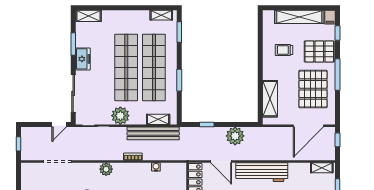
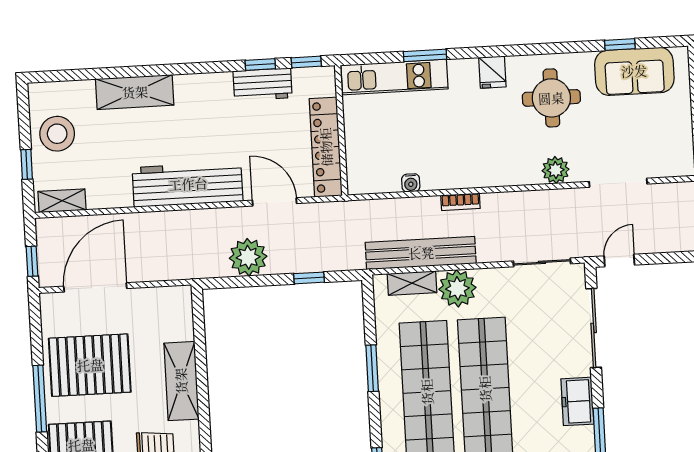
pallet: (313, 89) -> (90, 365), turned 90
shelving: (270, 99) -> (181, 381), moved
plant: (120, 116) -> (457, 288), moved
plant: (106, 169) -> (556, 170), moved

